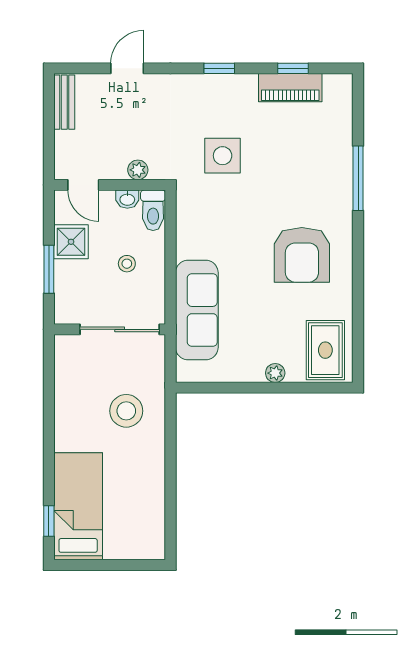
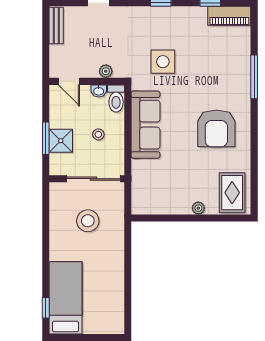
piano: (290, 88) -> (229, 16), moved
shower: (71, 242) -> (61, 141), moved
sofa: (197, 310) -> (145, 125), moved
stool: (126, 411) -> (88, 221), moved

